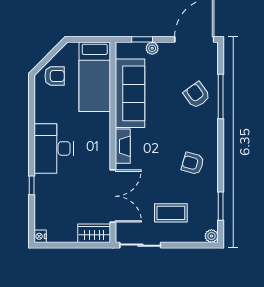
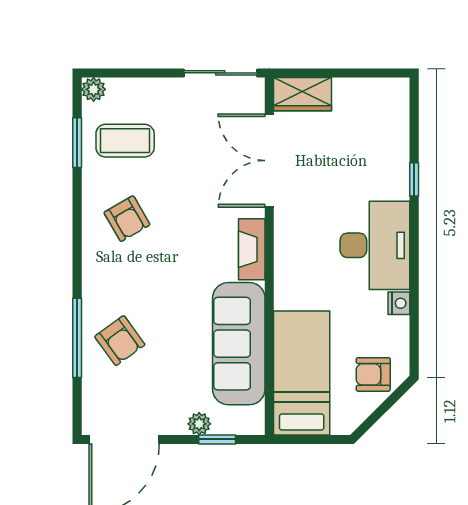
armchair: (193, 163) -> (127, 219), turned 44
coffee table: (171, 213) -> (125, 141), moved
nightstand: (40, 236) -> (399, 303), moved

